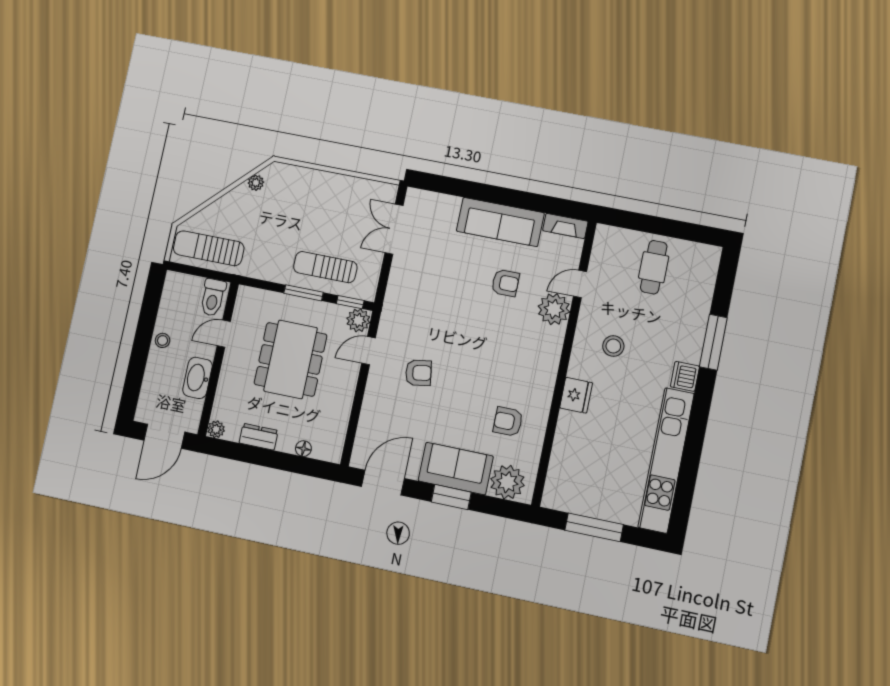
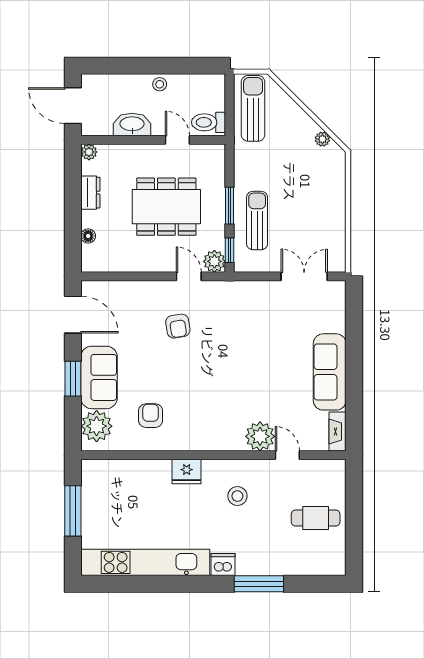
armchair: (505, 283) -> (275, 388), removed

